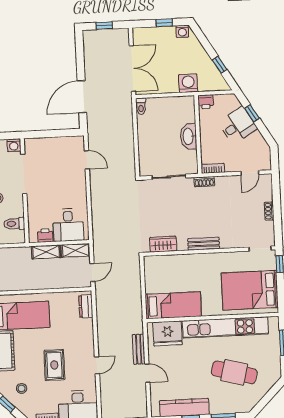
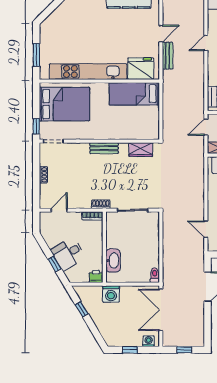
washing machine: (182, 31) -> (149, 341), moved
washbasin: (189, 136) -> (113, 261), moved
cafe table: (234, 372) -> (82, 30), removed
door: (147, 373) -> (161, 34), swing flipped

